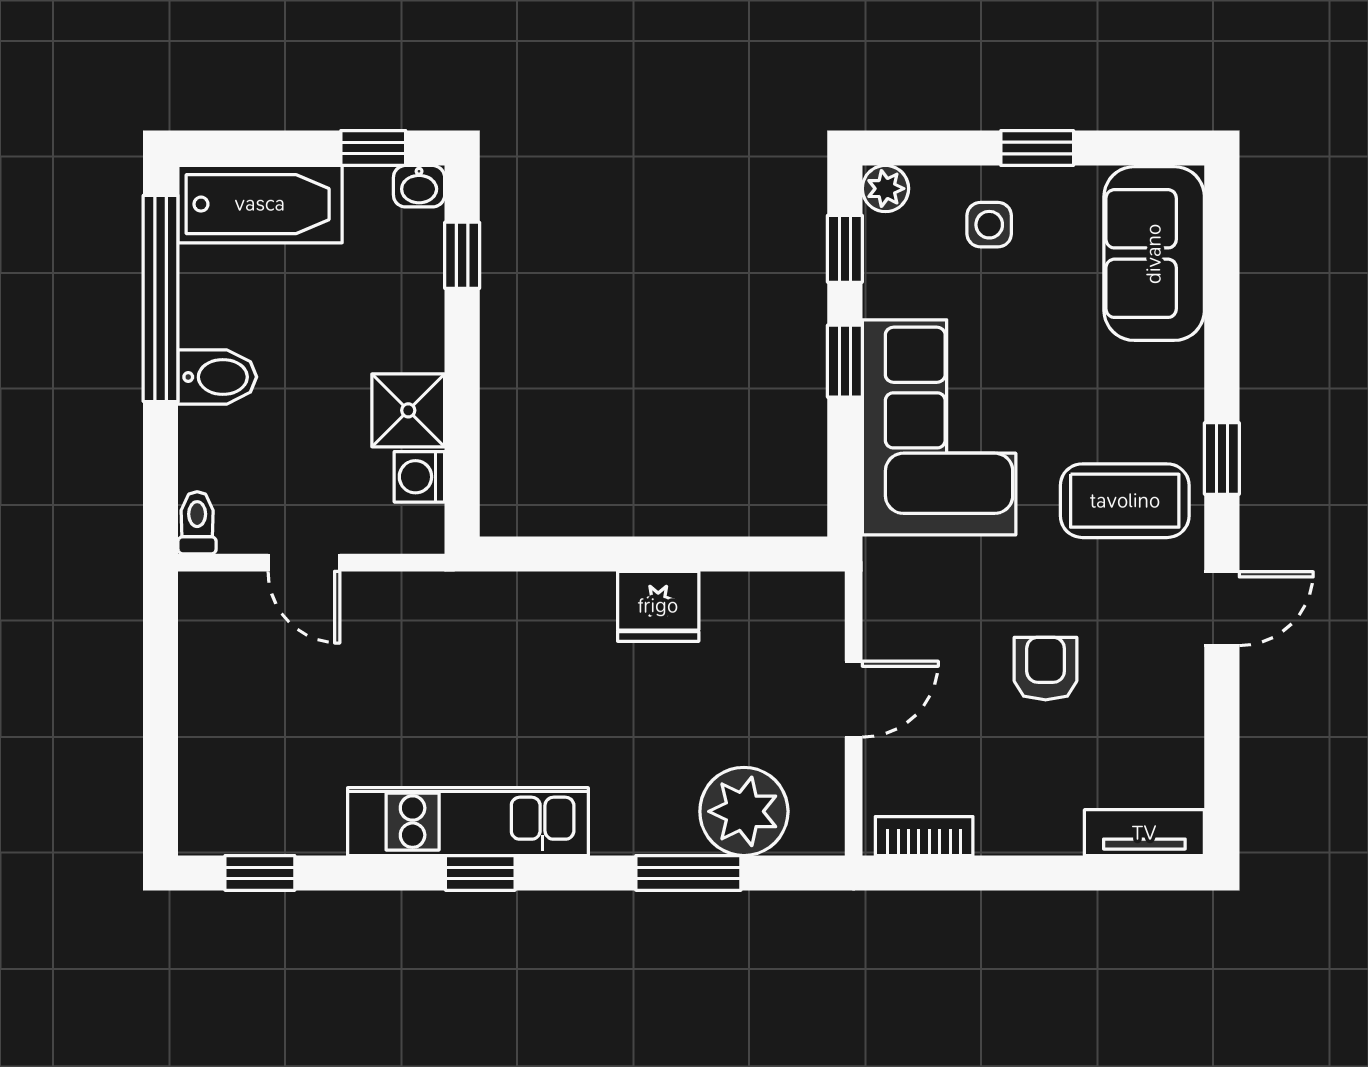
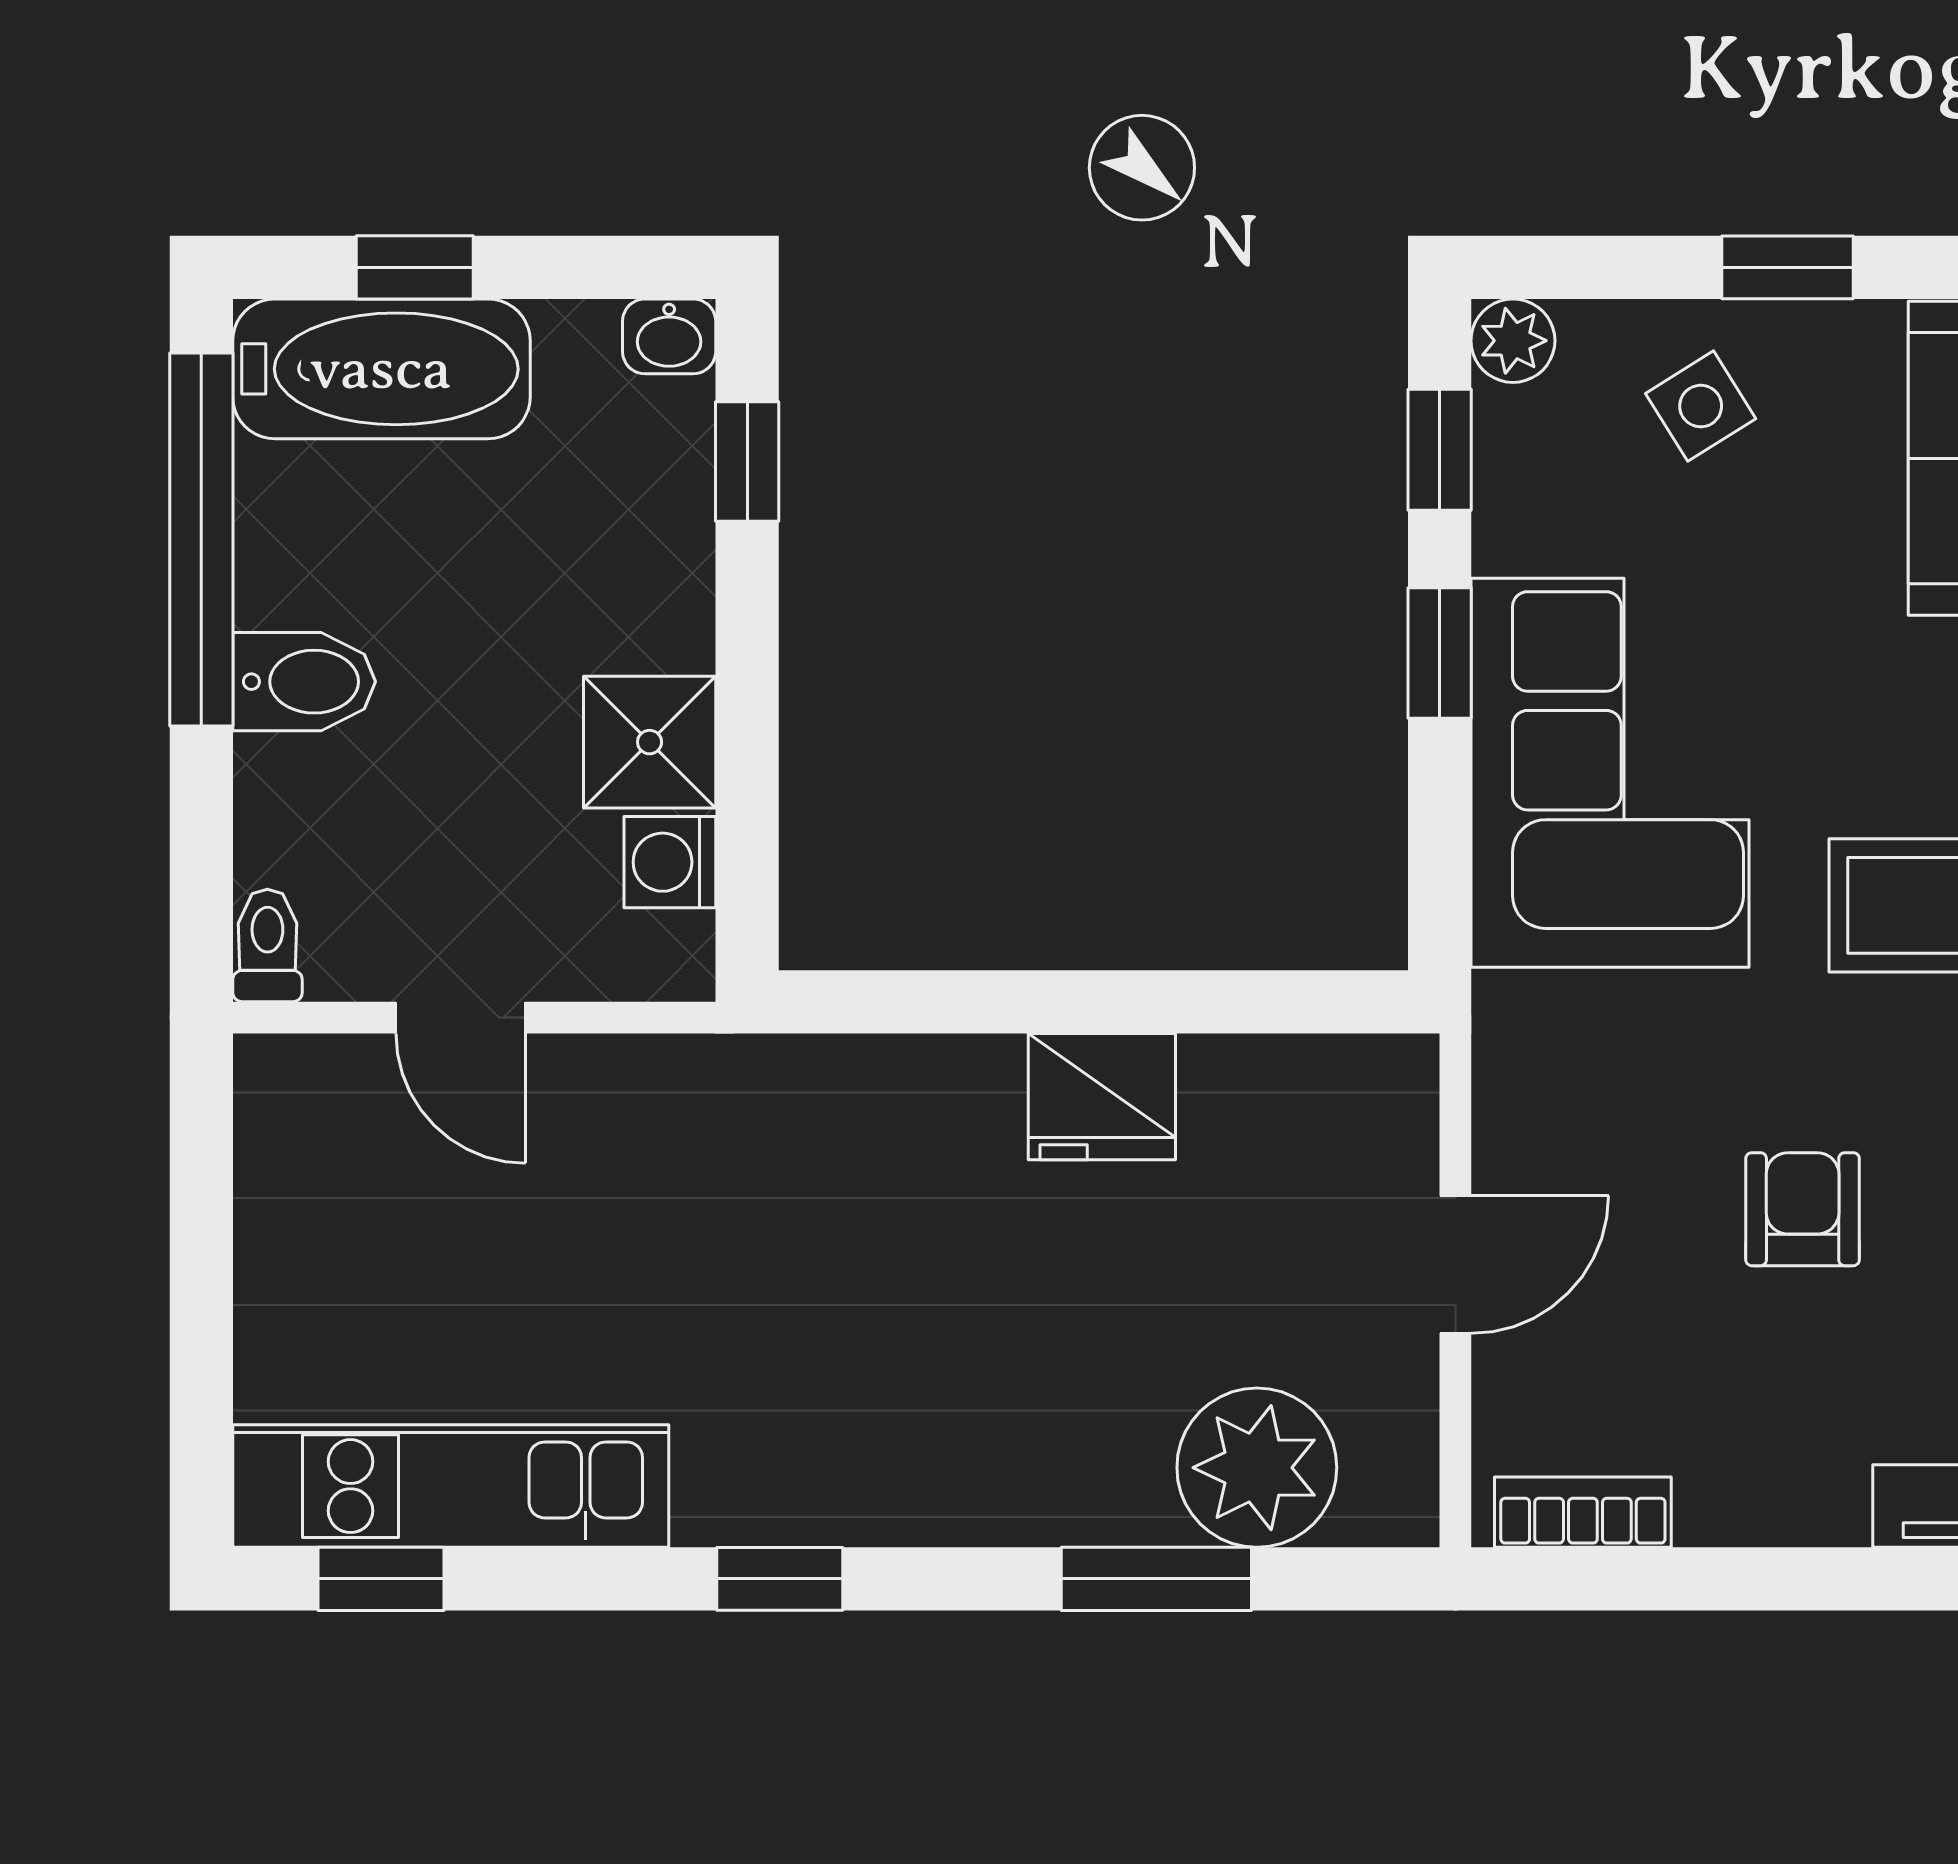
window: (373, 148) -> (415, 267), moved
side table: (989, 225) -> (1701, 406), turned -32
kitchen unit: (468, 822) -> (451, 1486), moved

